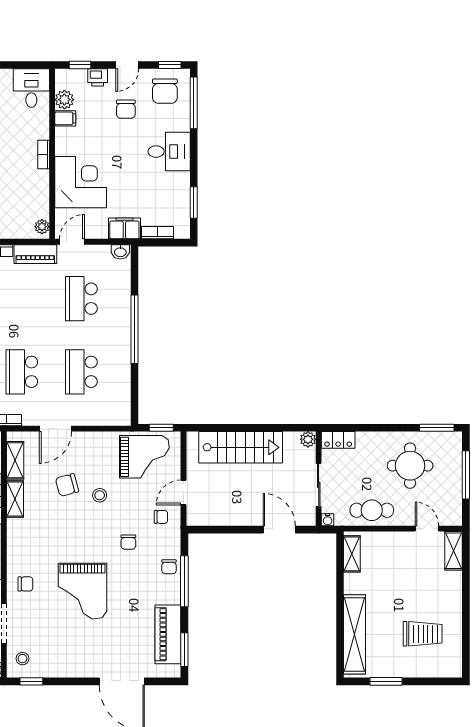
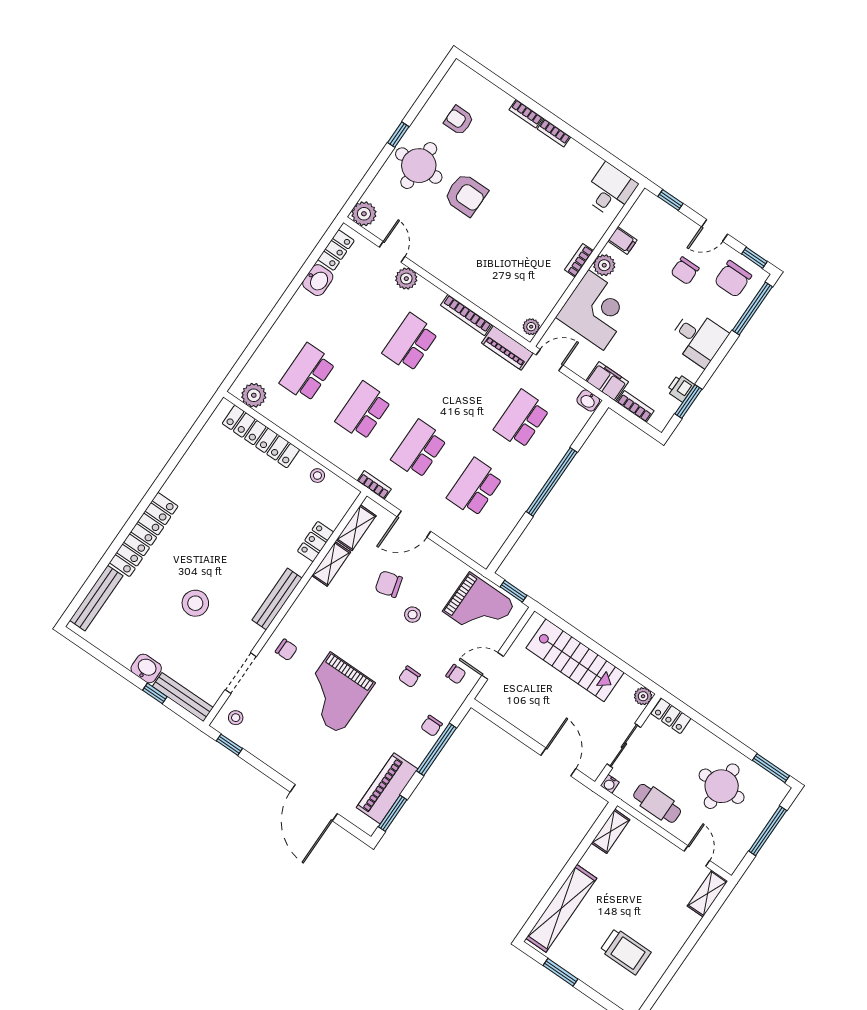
printer: (98, 77) -> (681, 388), moved, turned 90
plant: (64, 100) -> (604, 265), moved

